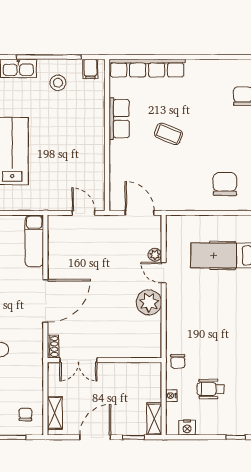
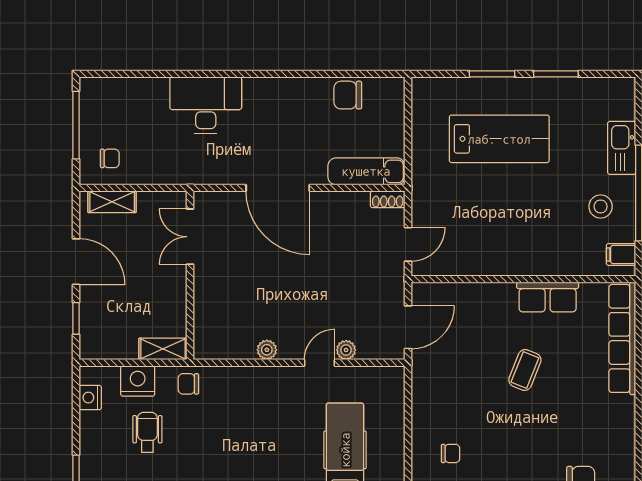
chair: (225, 184) -> (451, 453), width x0.54, depth x0.54
plant: (149, 302) -> (267, 350), width x0.53, depth x0.53
shoe rack: (53, 346) -> (388, 199), moved
nightstand: (171, 396) -> (138, 381), width x1.89, depth x1.79
shelving: (154, 419) -> (163, 349), moved

